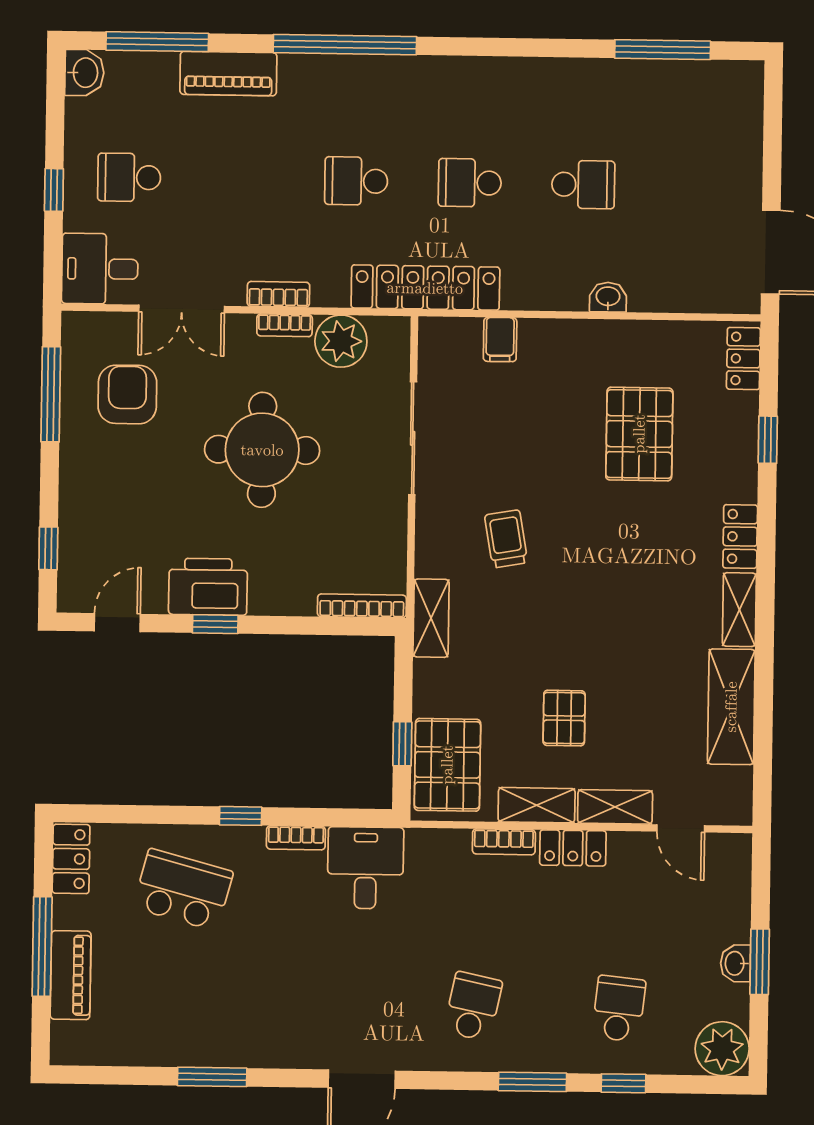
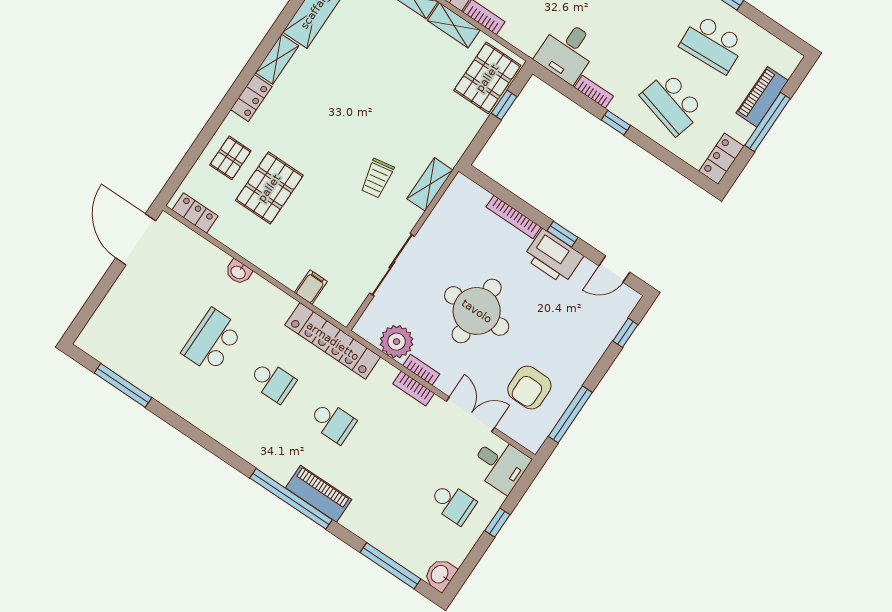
piano: (228, 74) -> (319, 494), moved
school desk: (583, 185) -> (212, 341), width x1.85
locker: (743, 358) -> (195, 213), moved, turned -90
window: (768, 440) -> (203, 140), removed
bookcase: (362, 606) -> (513, 217), moved
shelving: (431, 618) -> (430, 184), moved
pallet: (564, 718) -> (230, 158), moved
school desk: (181, 1002) -> (712, 44), added

